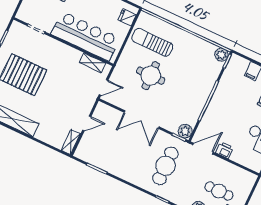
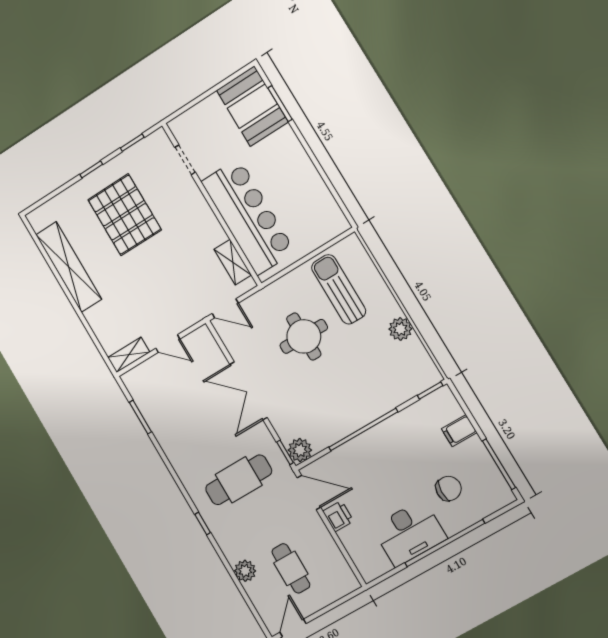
fridge: (127, 17) -> (326, 228), removed
plant: (221, 55) -> (400, 329), moved

